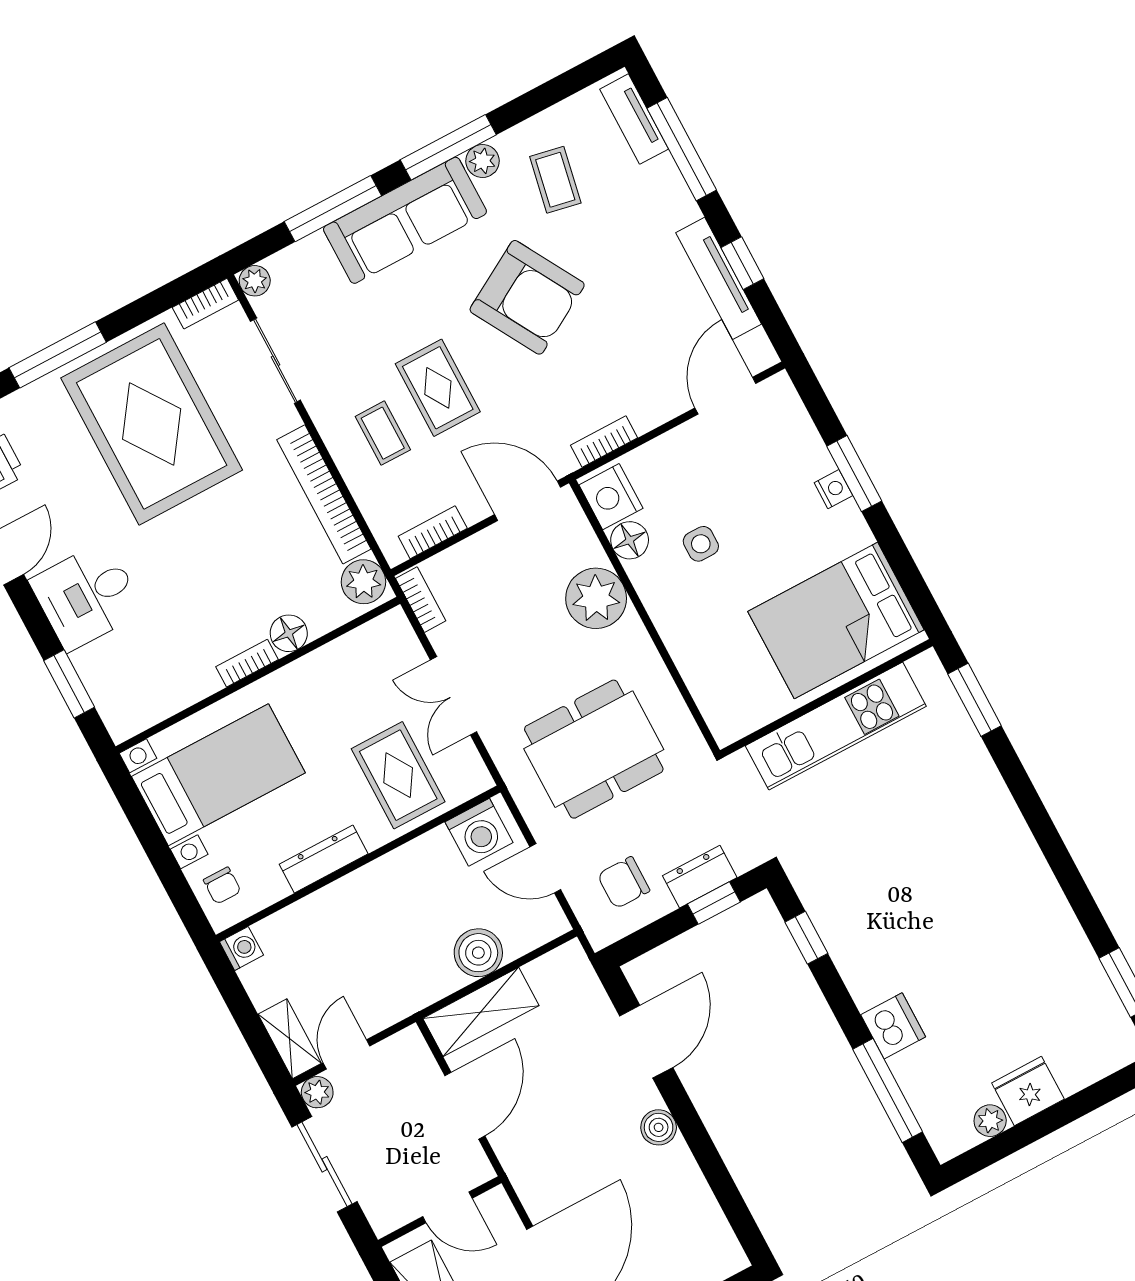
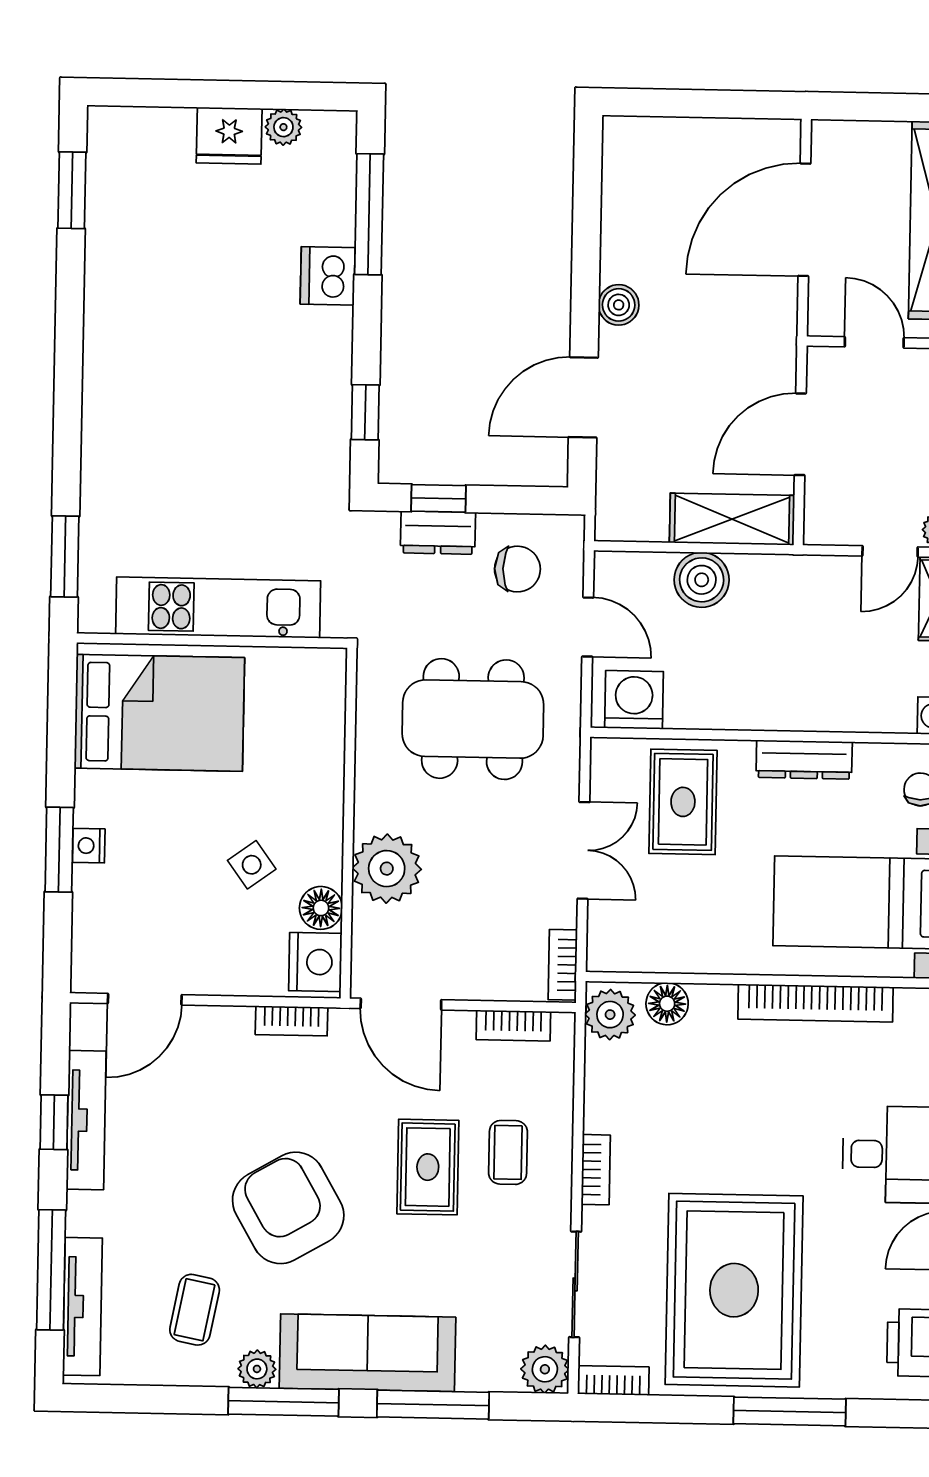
tv unit: (634, 119) -> (82, 1307), width x1.41
plant: (255, 281) -> (545, 1369), width x1.38, depth x1.38
bookcase: (324, 494) -> (596, 1170), width x0.43, depth x0.76
side table: (701, 544) -> (252, 865), turned -36
floor lamp: (289, 633) -> (667, 1004), moved
bookcase: (247, 663) -> (816, 1003), width x2.31, depth x1.31

